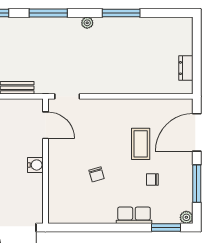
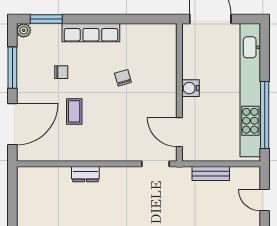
dresser: (186, 68) -> (85, 174), moved, turned 90
coffee table: (141, 144) -> (74, 111), width x0.73, depth x0.77
row of seats: (134, 215) -> (91, 33), width x1.48

